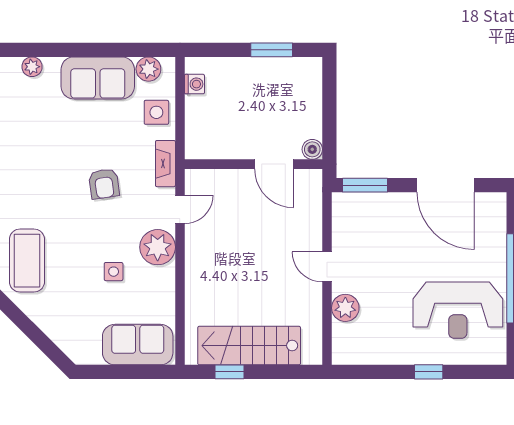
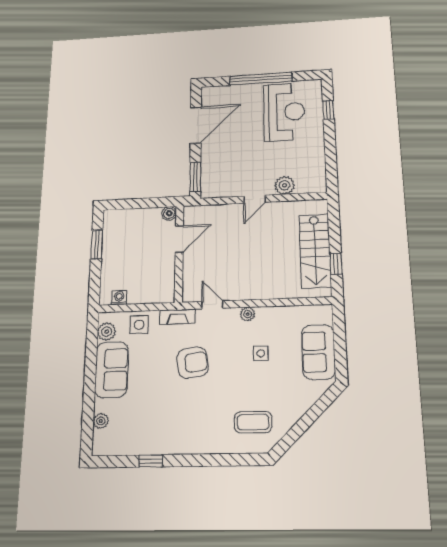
armchair: (104, 184) -> (192, 363), width x1.38, depth x1.38
plant: (158, 247) -> (248, 314), width x0.53, depth x0.53
coffee table: (27, 261) -> (253, 422), width x0.73, depth x0.76
sofa: (138, 345) -> (318, 352), moved
window: (429, 372) -> (328, 110), moved

